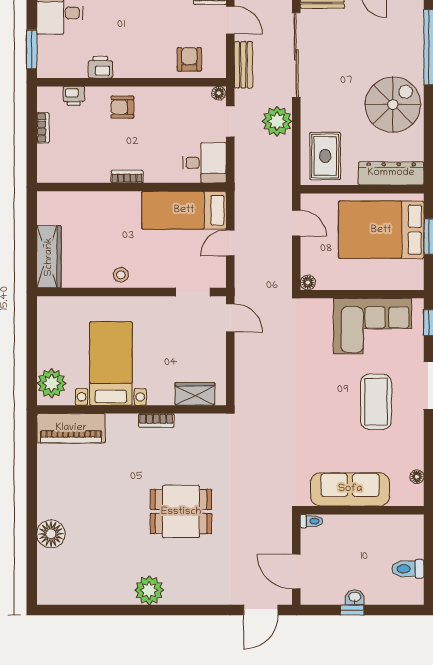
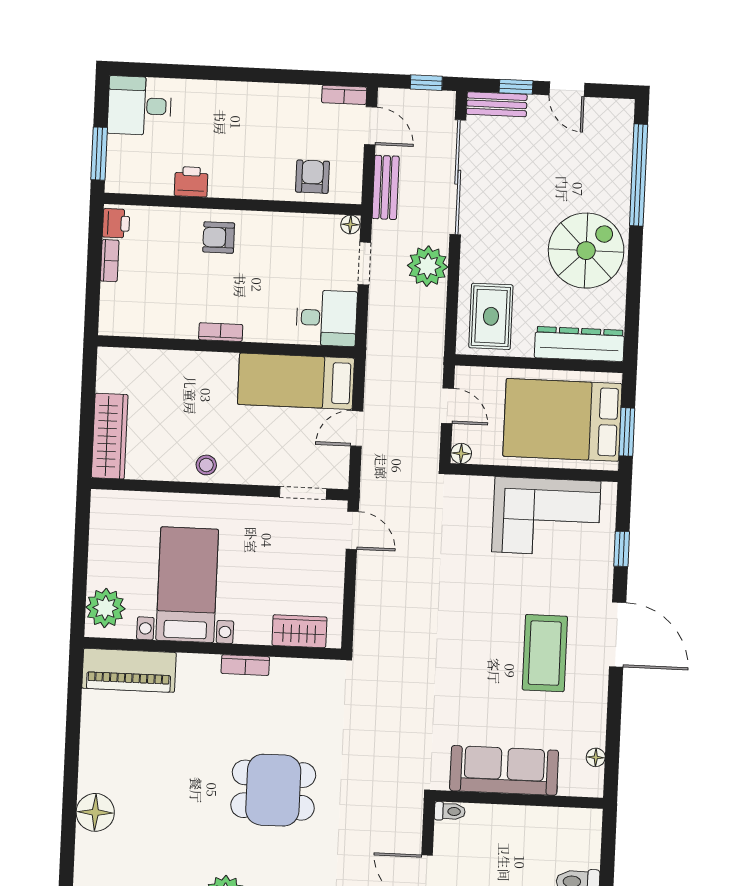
printer: (74, 96) -> (116, 223), moved, turned -90
floor lamp: (308, 282) -> (461, 453), moved
wall: (362, 294) -> (534, 473), moved
corner sofa: (372, 326) -> (546, 517), moved

